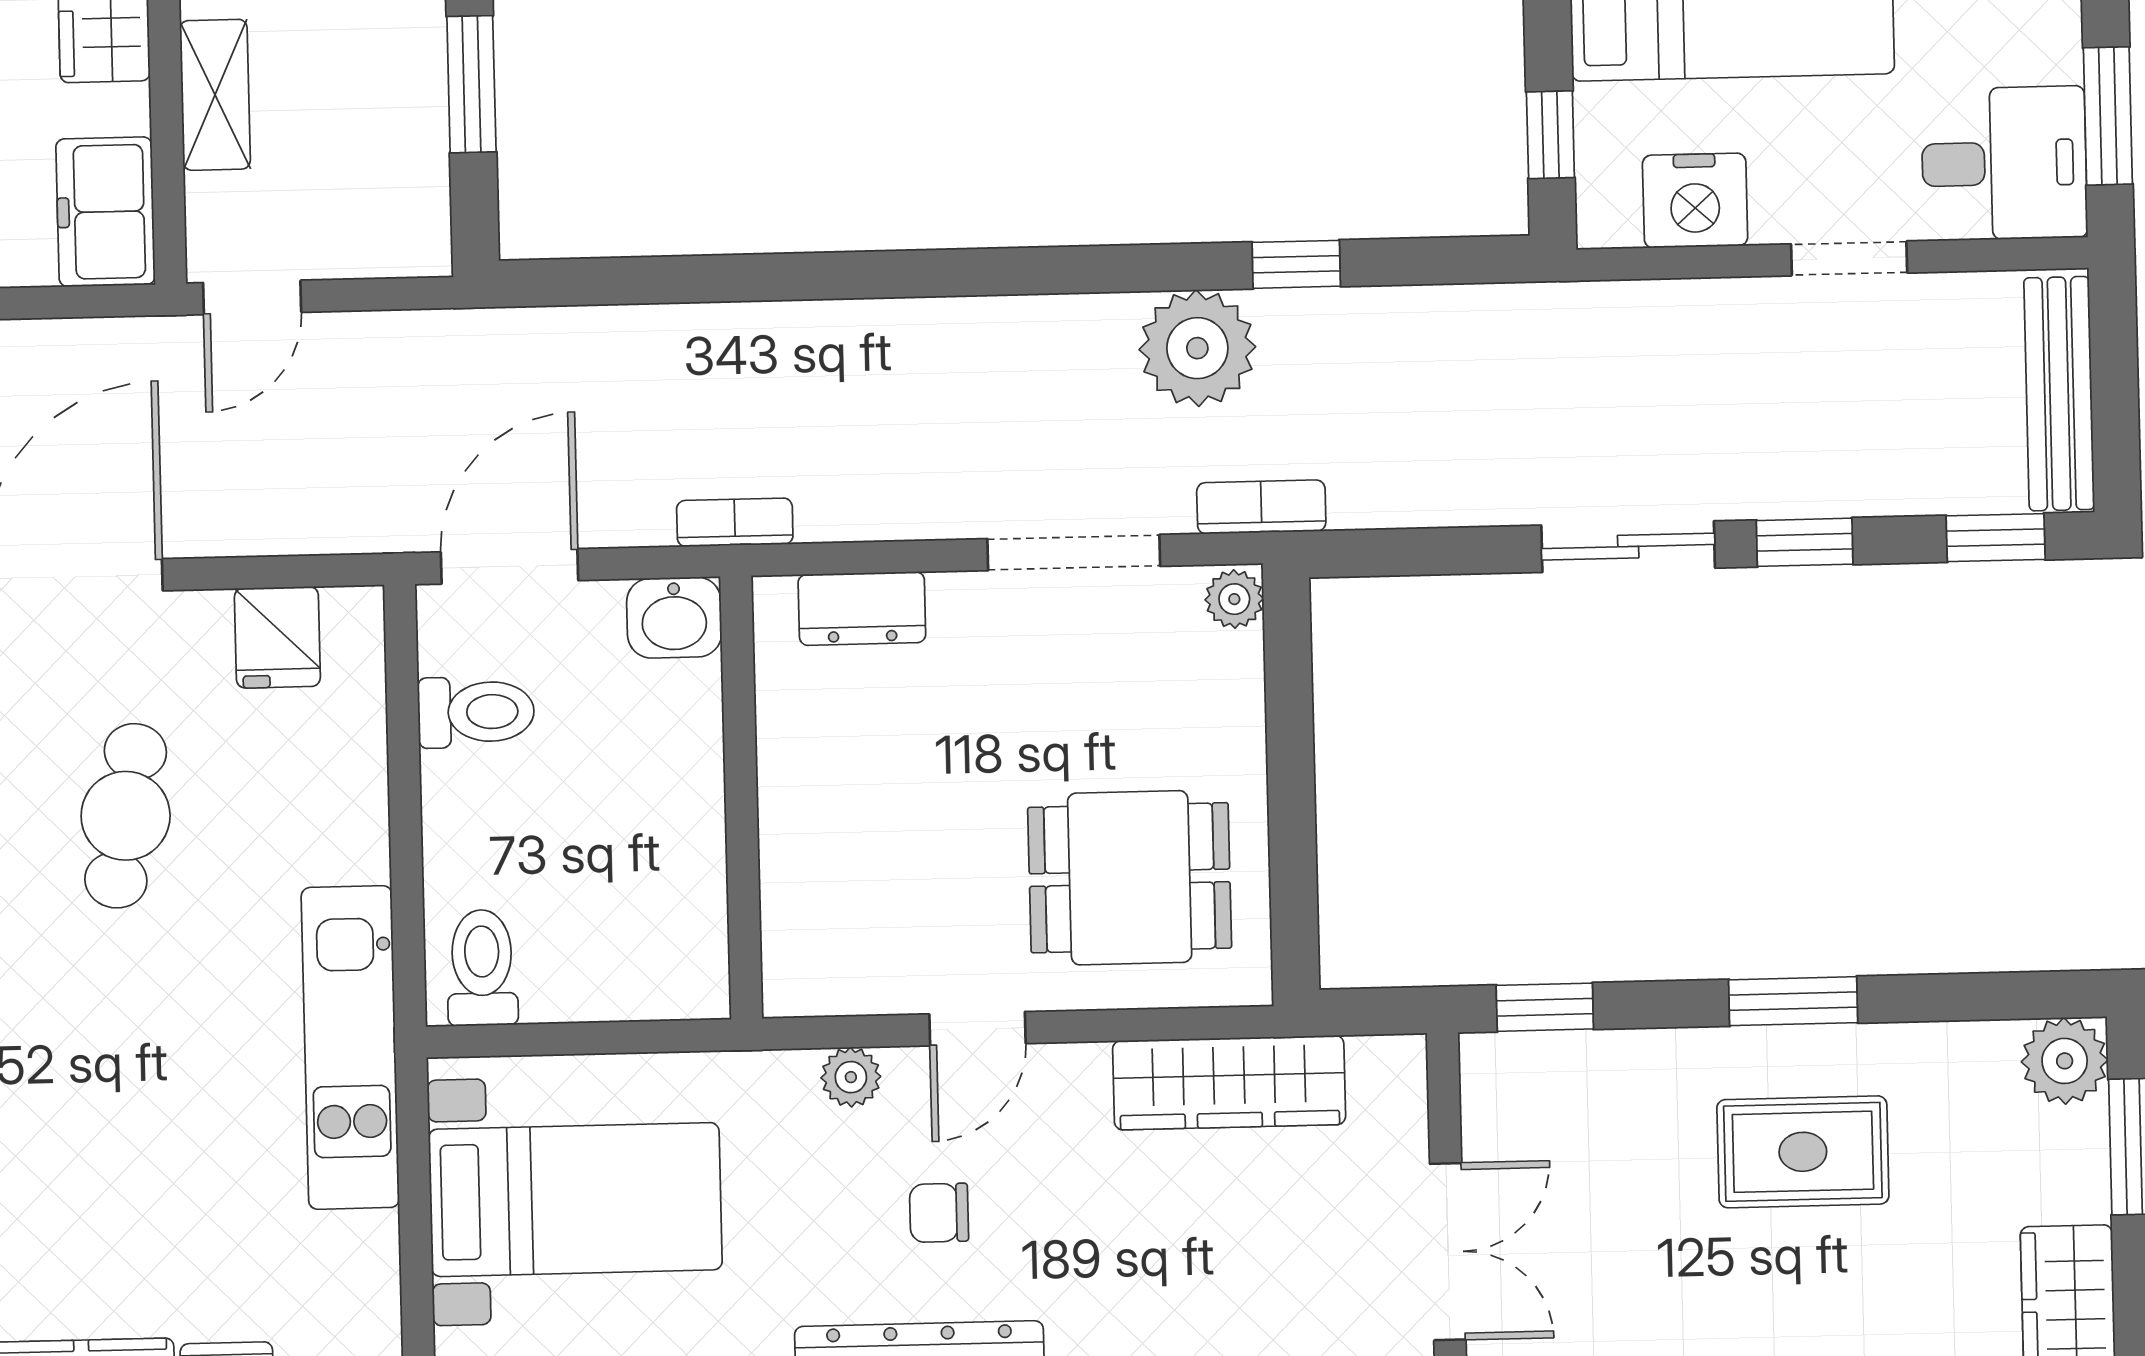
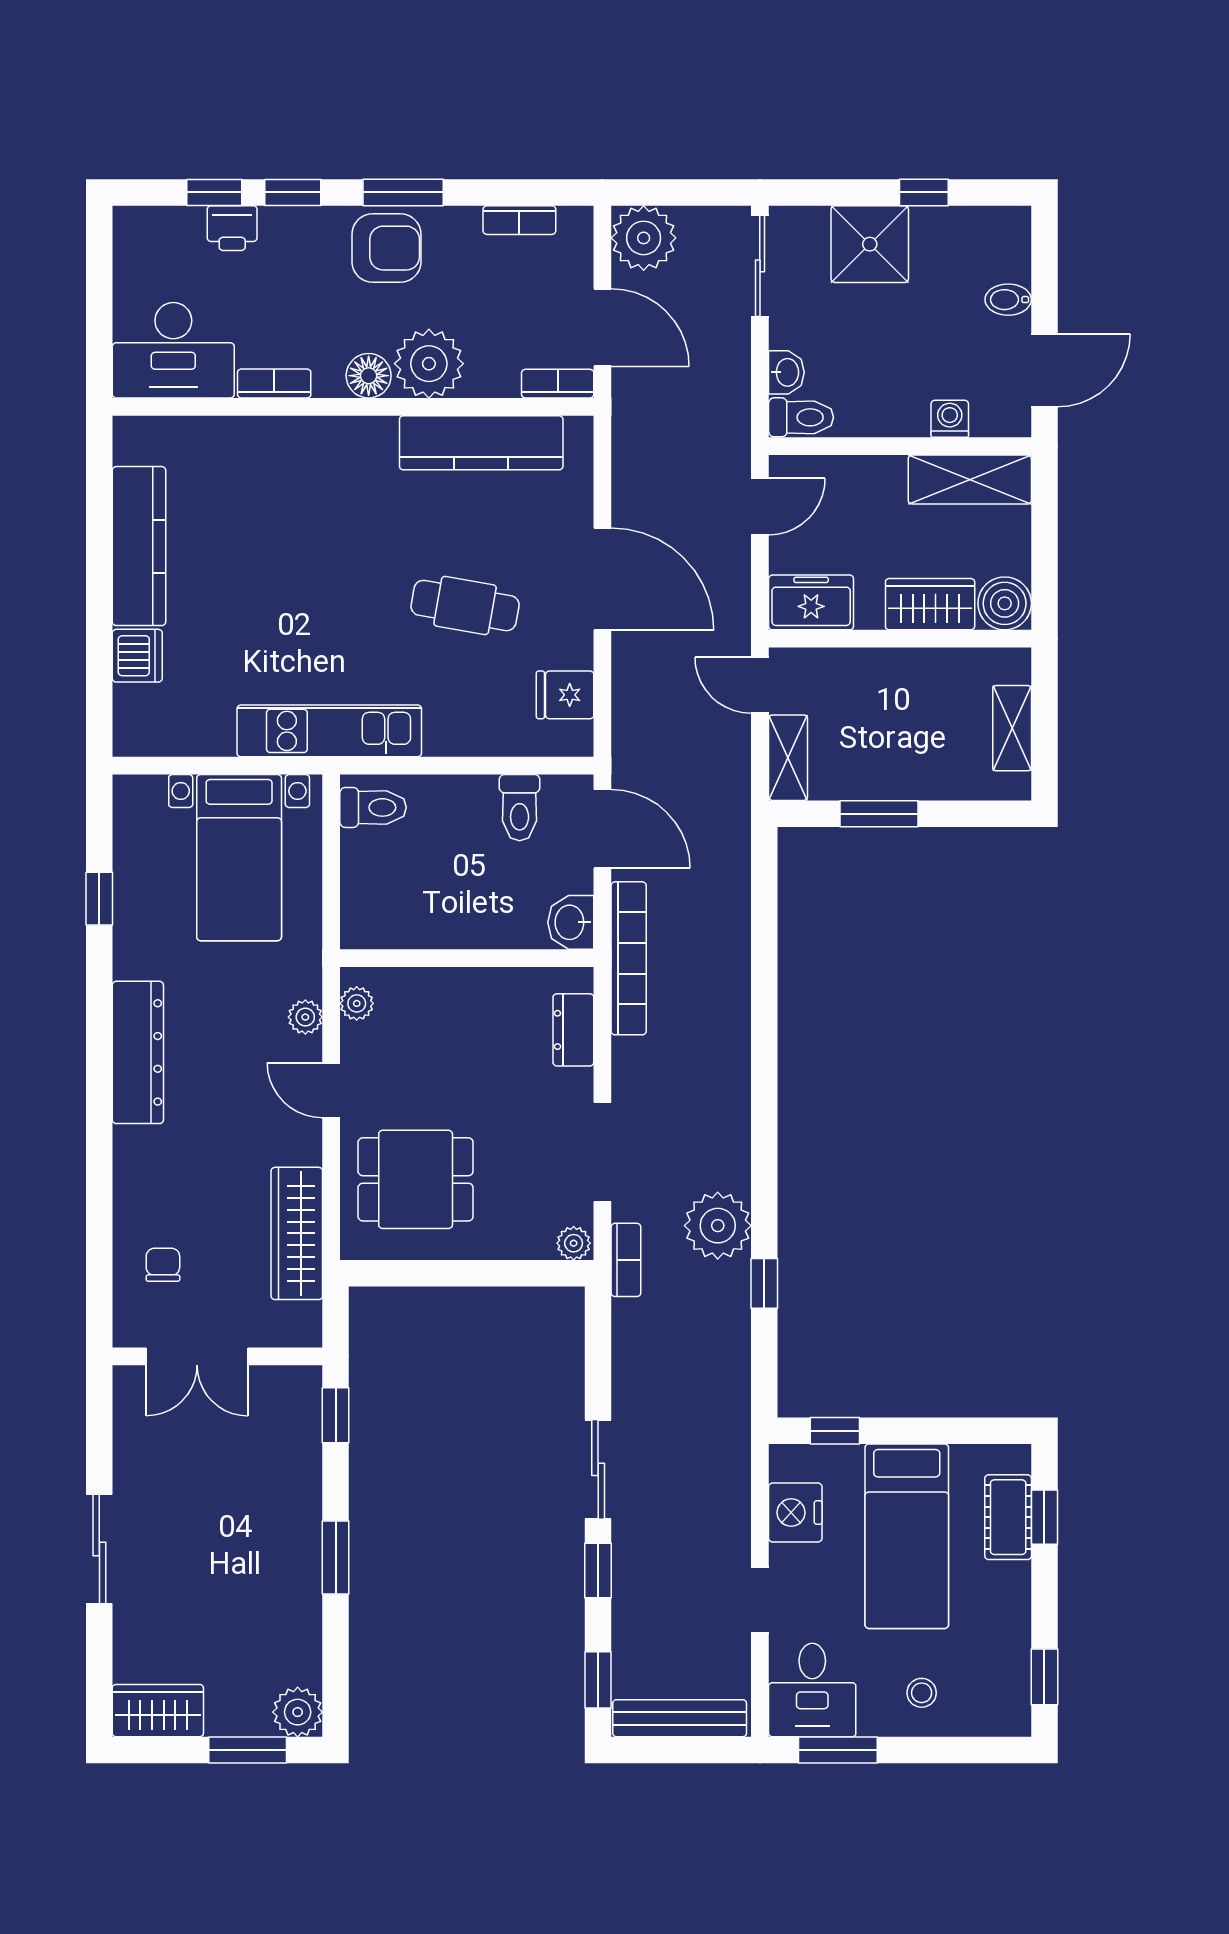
shelving: (215, 95) -> (788, 758), moved, turned 90
bookcase: (735, 522) -> (629, 958), width x2.31, depth x1.31
dining table: (1130, 878) -> (416, 1179), turned 90
plant: (825, 988) -> (357, 1003), added
rug: (1803, 1152) -> (249, 1561), removed
chair: (939, 1213) -> (163, 1265), moved

